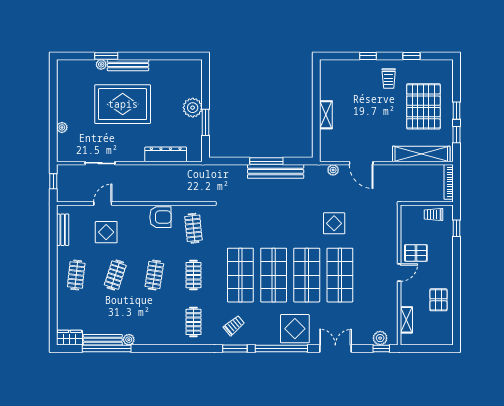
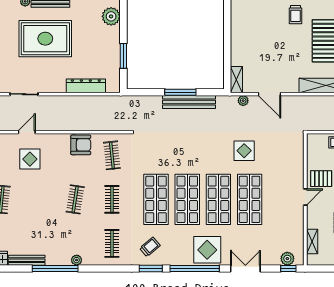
plant: (193, 108) -> (111, 16), moved
shelving: (326, 115) -> (236, 80), moved
clothes rail: (115, 275) -> (38, 199), removed
plant: (129, 340) -> (77, 260), moved
window: (107, 349) -> (55, 268), moved

